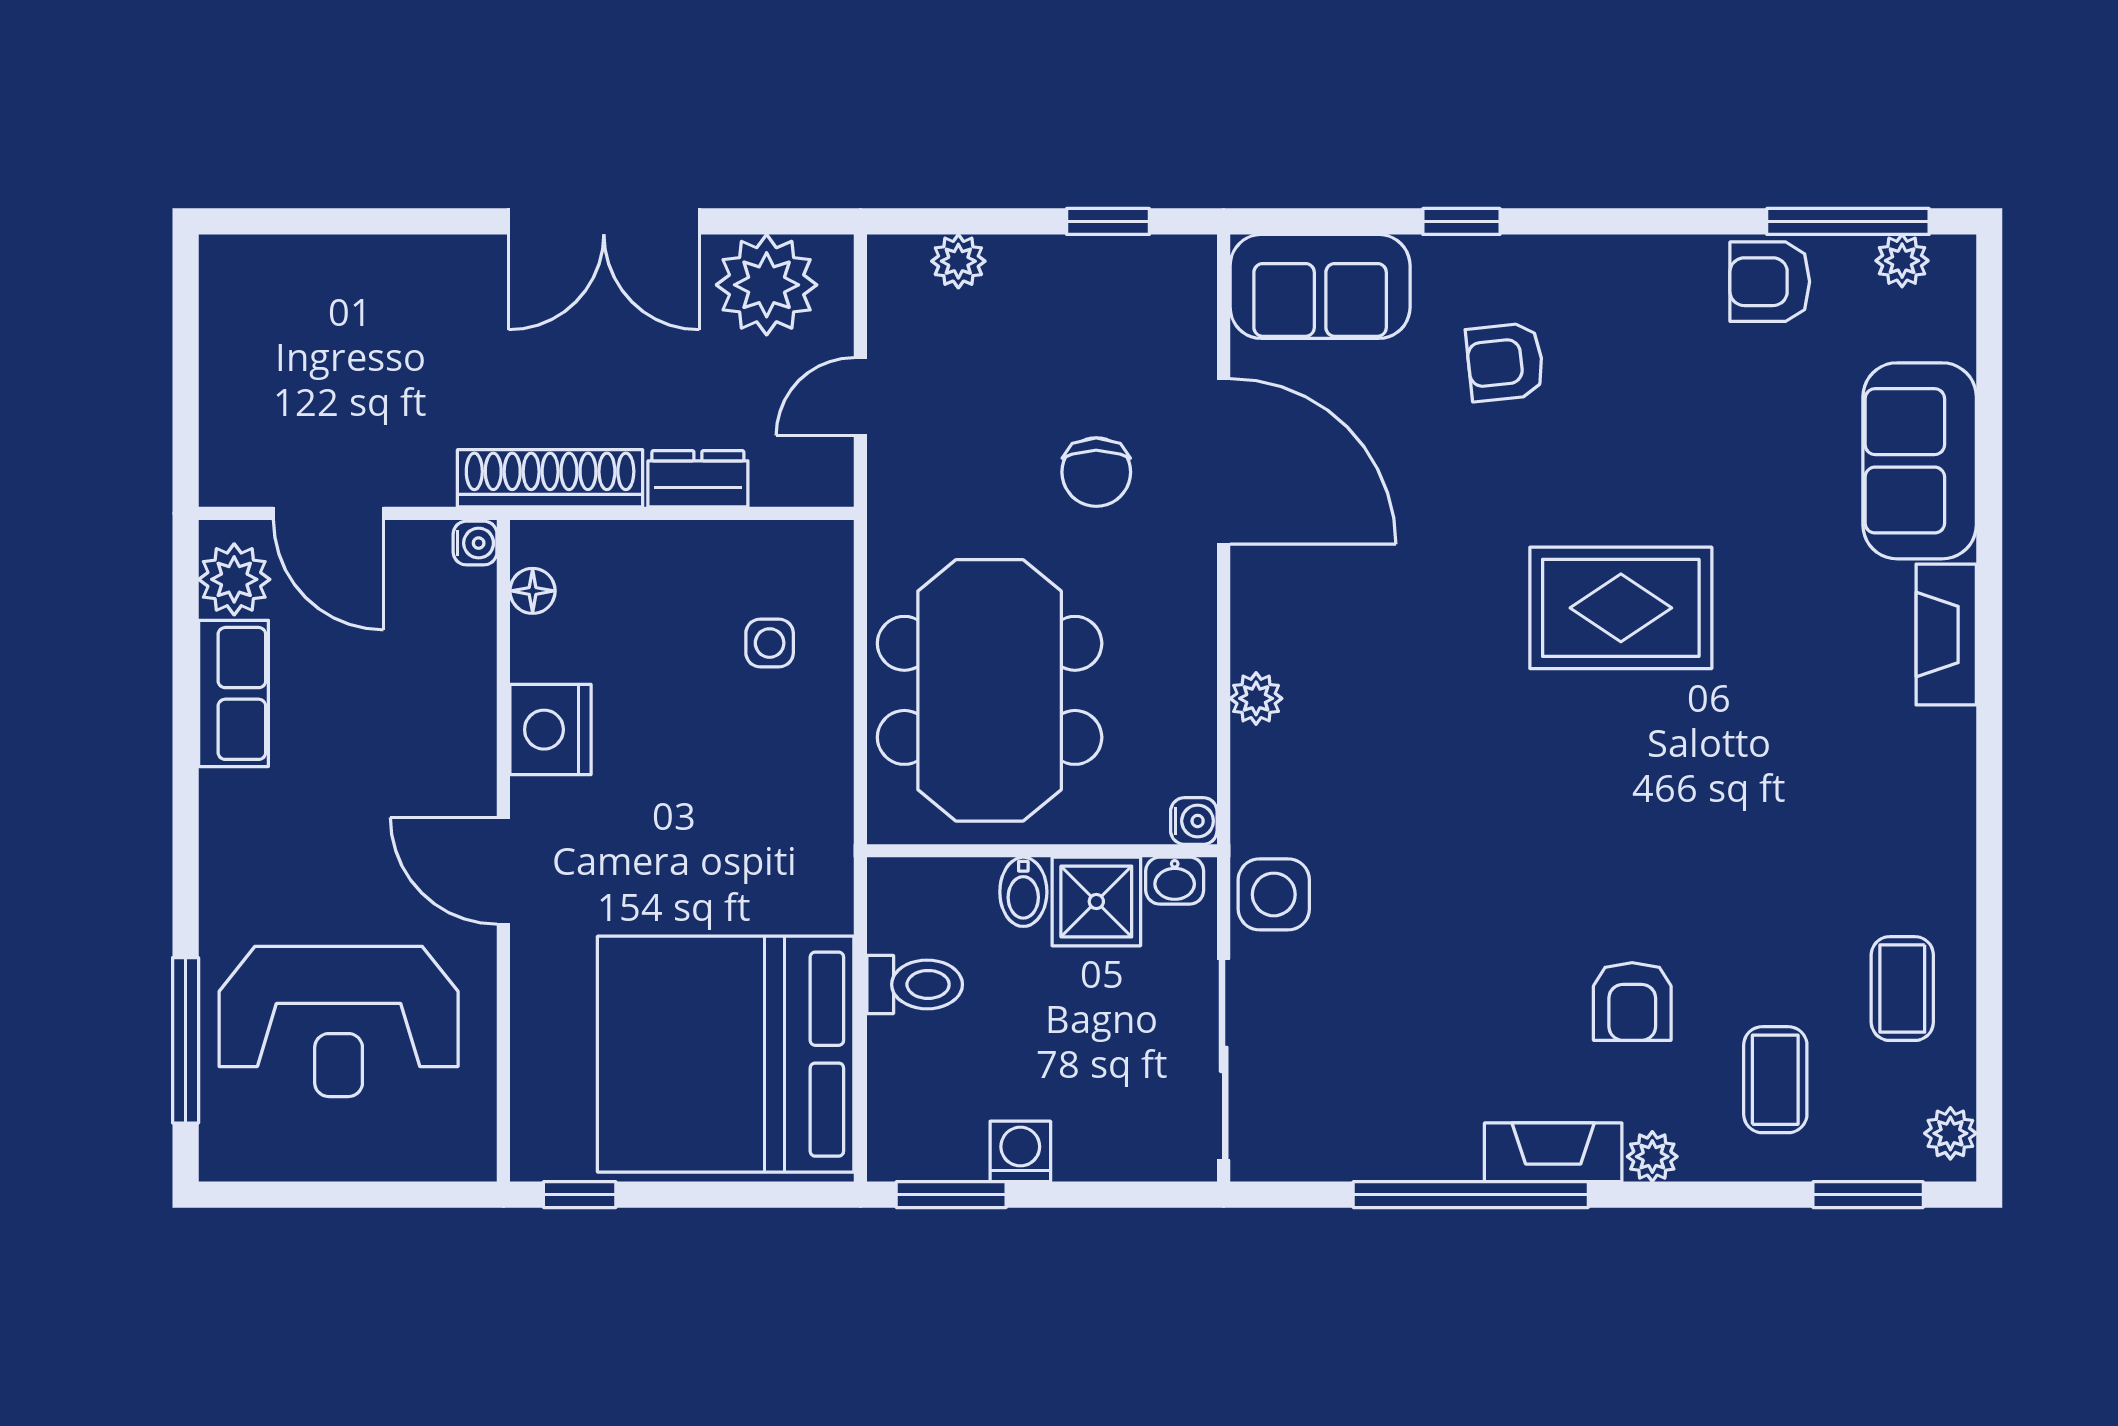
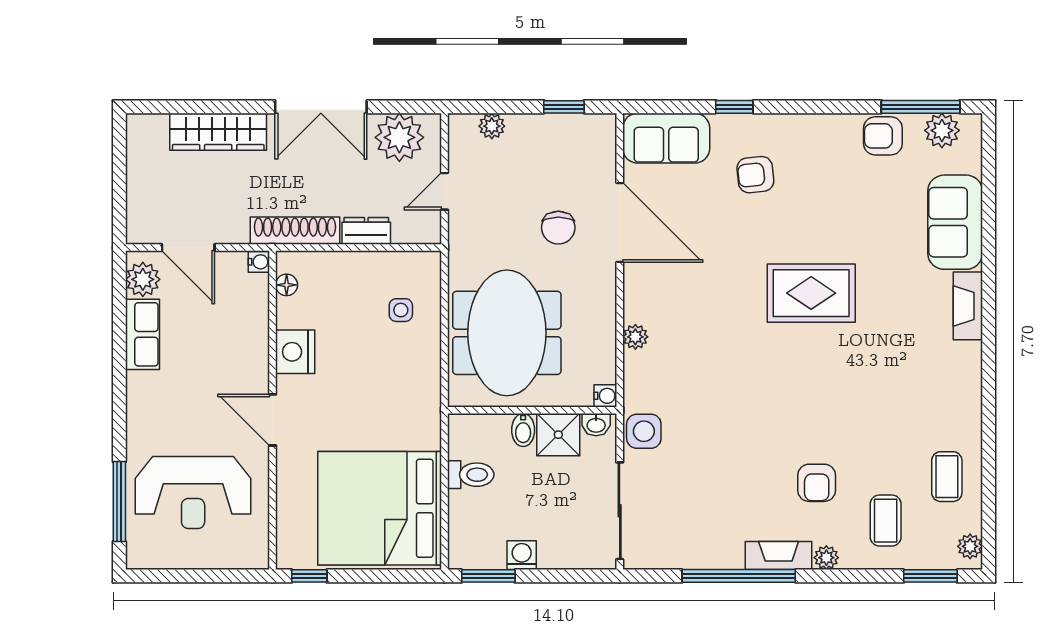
plant: (1902, 261) -> (942, 130), width x1.38, depth x1.38
wardrobe: (391, 273) -> (218, 132), added

